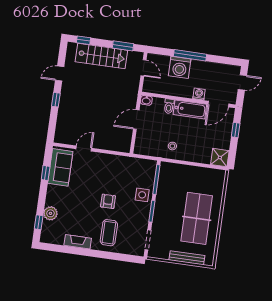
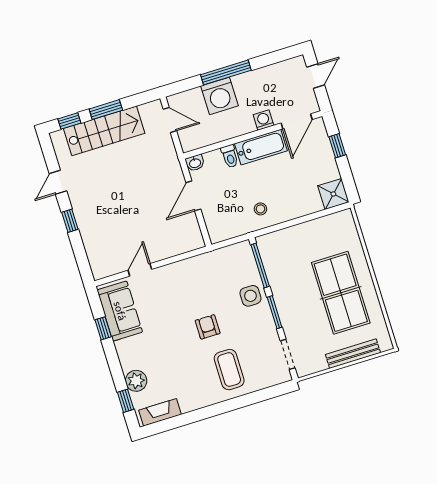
window: (123, 46) -> (106, 110), moved
fireplace: (78, 242) -> (160, 412), moved

